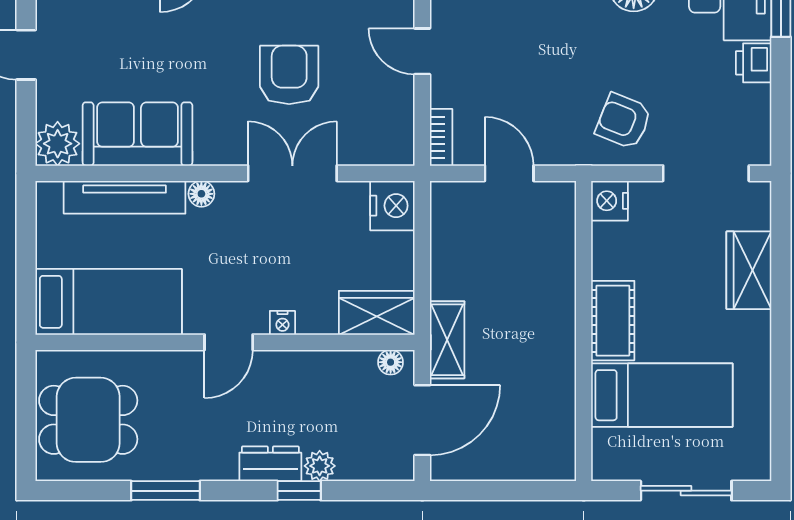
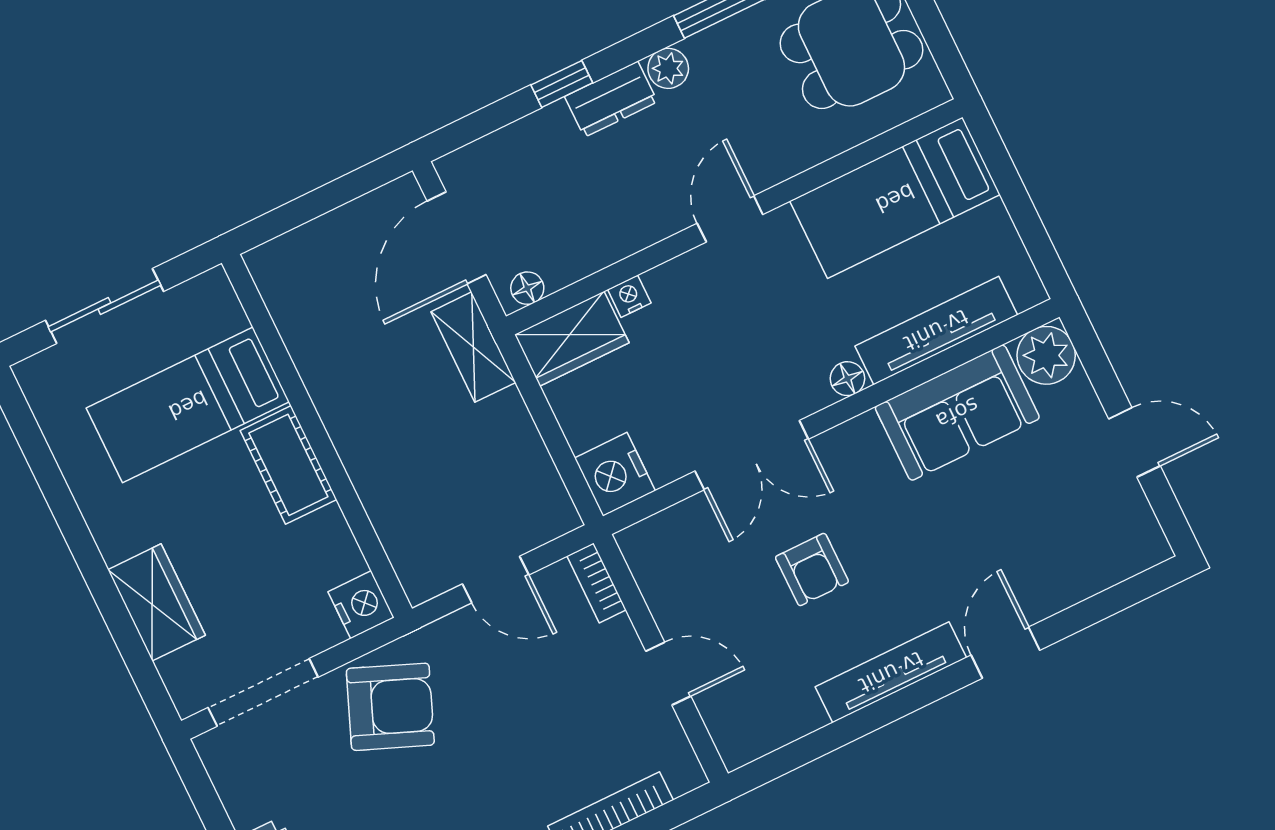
armchair: (289, 75) -> (812, 569), width x0.72, depth x0.72
armchair: (624, 121) -> (390, 707), width x1.38, depth x1.38
nightstand: (282, 323) -> (629, 296), moved
plant: (320, 466) -> (668, 68), moved

